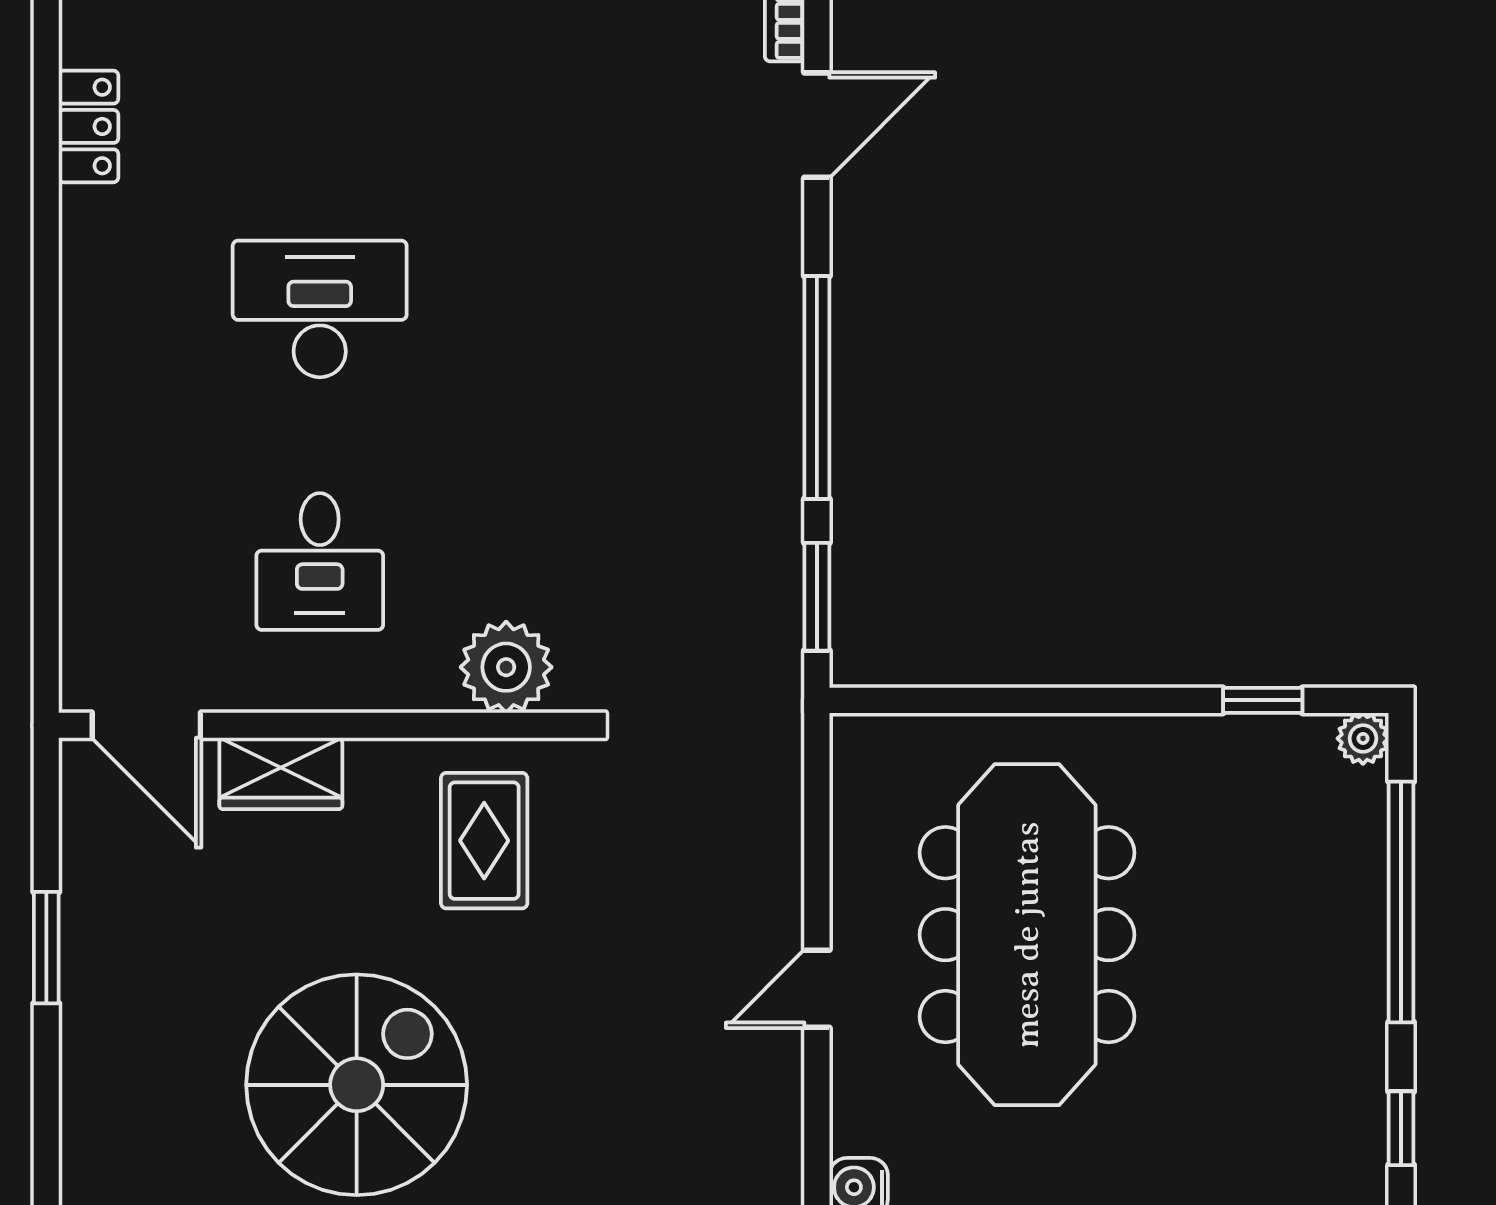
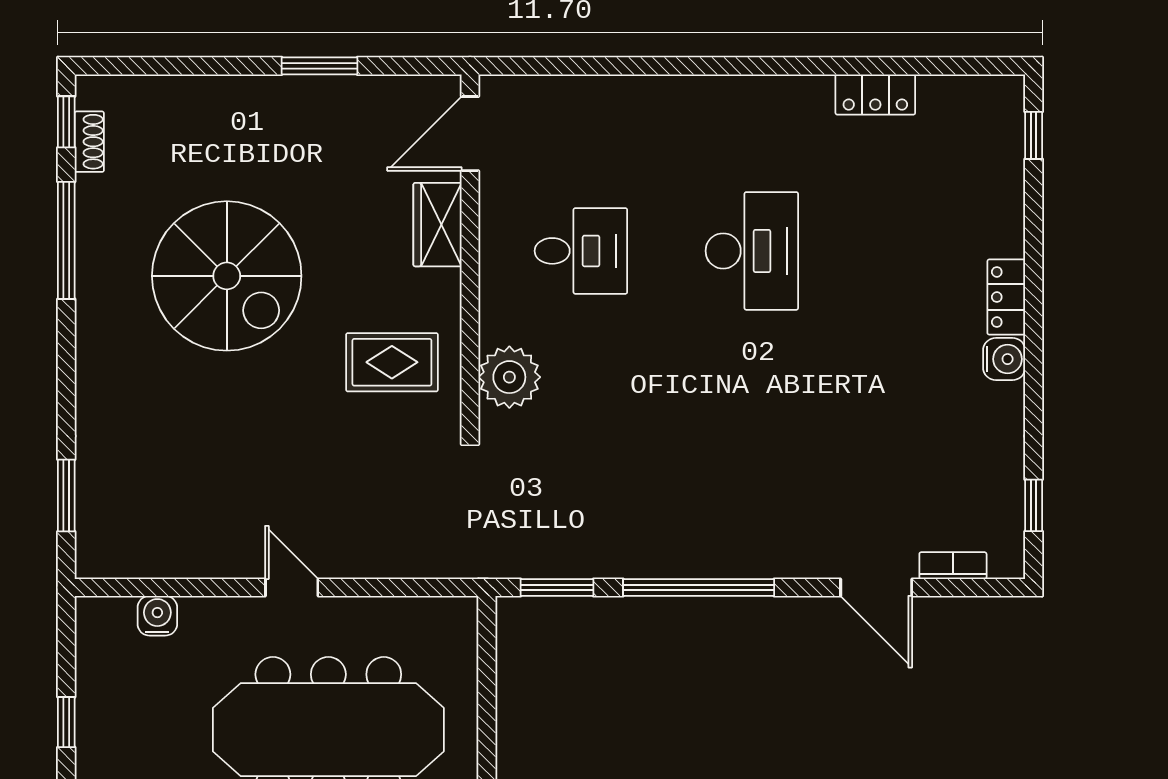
desk: (320, 562) -> (581, 251), turned 180

